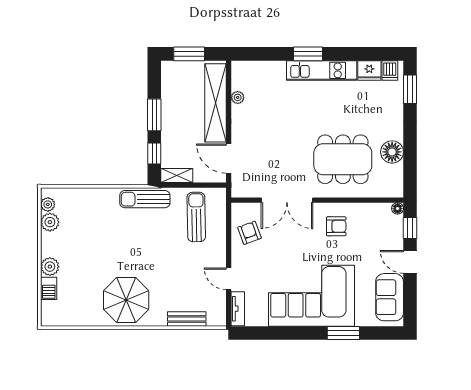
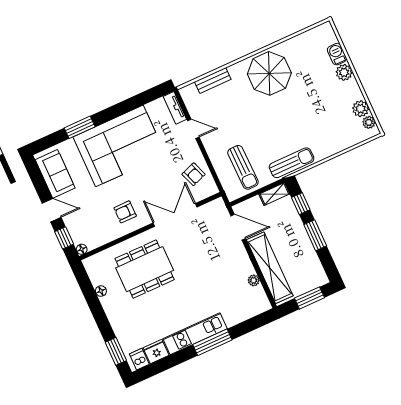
window: (308, 54) -> (212, 342), width x1.44
floor lamp: (392, 152) -> (101, 291), width x0.53, depth x0.53

